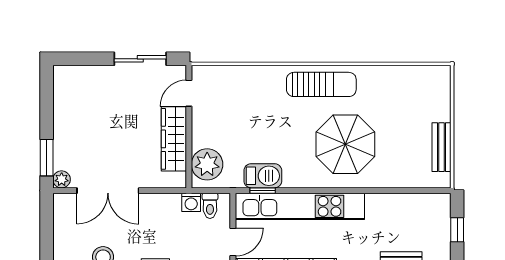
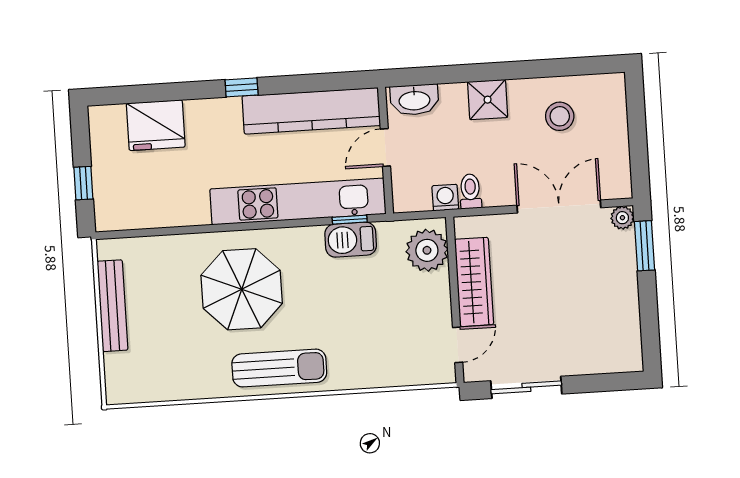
sun lounger: (321, 84) -> (279, 368), turned 180
bench: (441, 147) -> (112, 306), width x1.36
toilet: (210, 206) -> (470, 191), moved

